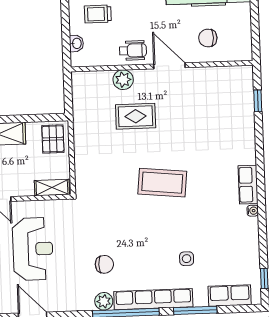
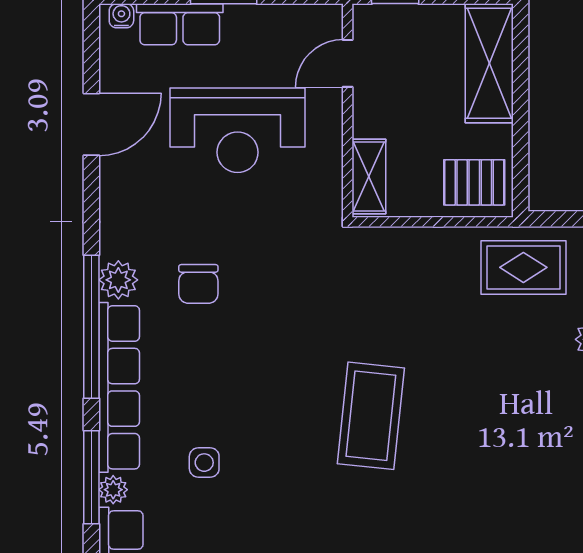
rug: (136, 116) -> (523, 267), moved, turned 90
plant: (201, 300) -> (113, 490), added

